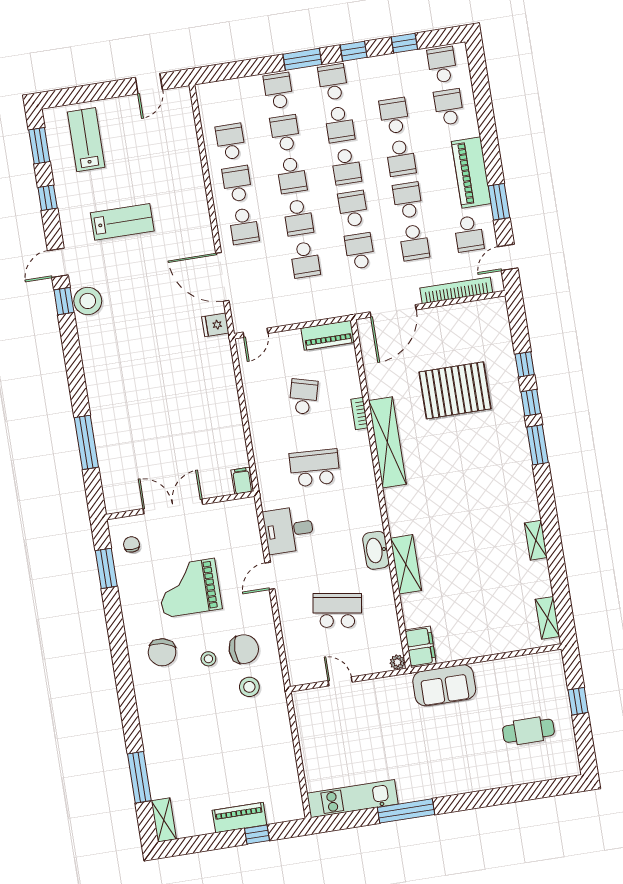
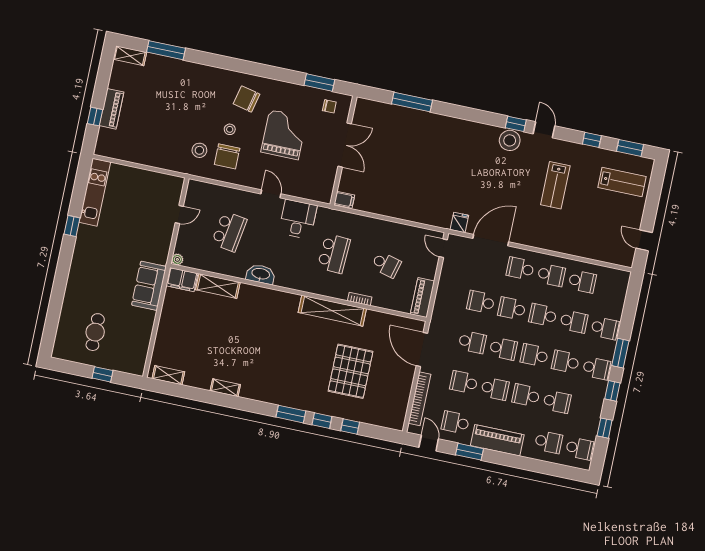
shelving: (406, 564) -> (218, 286), moved
window: (406, 811) -> (72, 226), width x0.46

